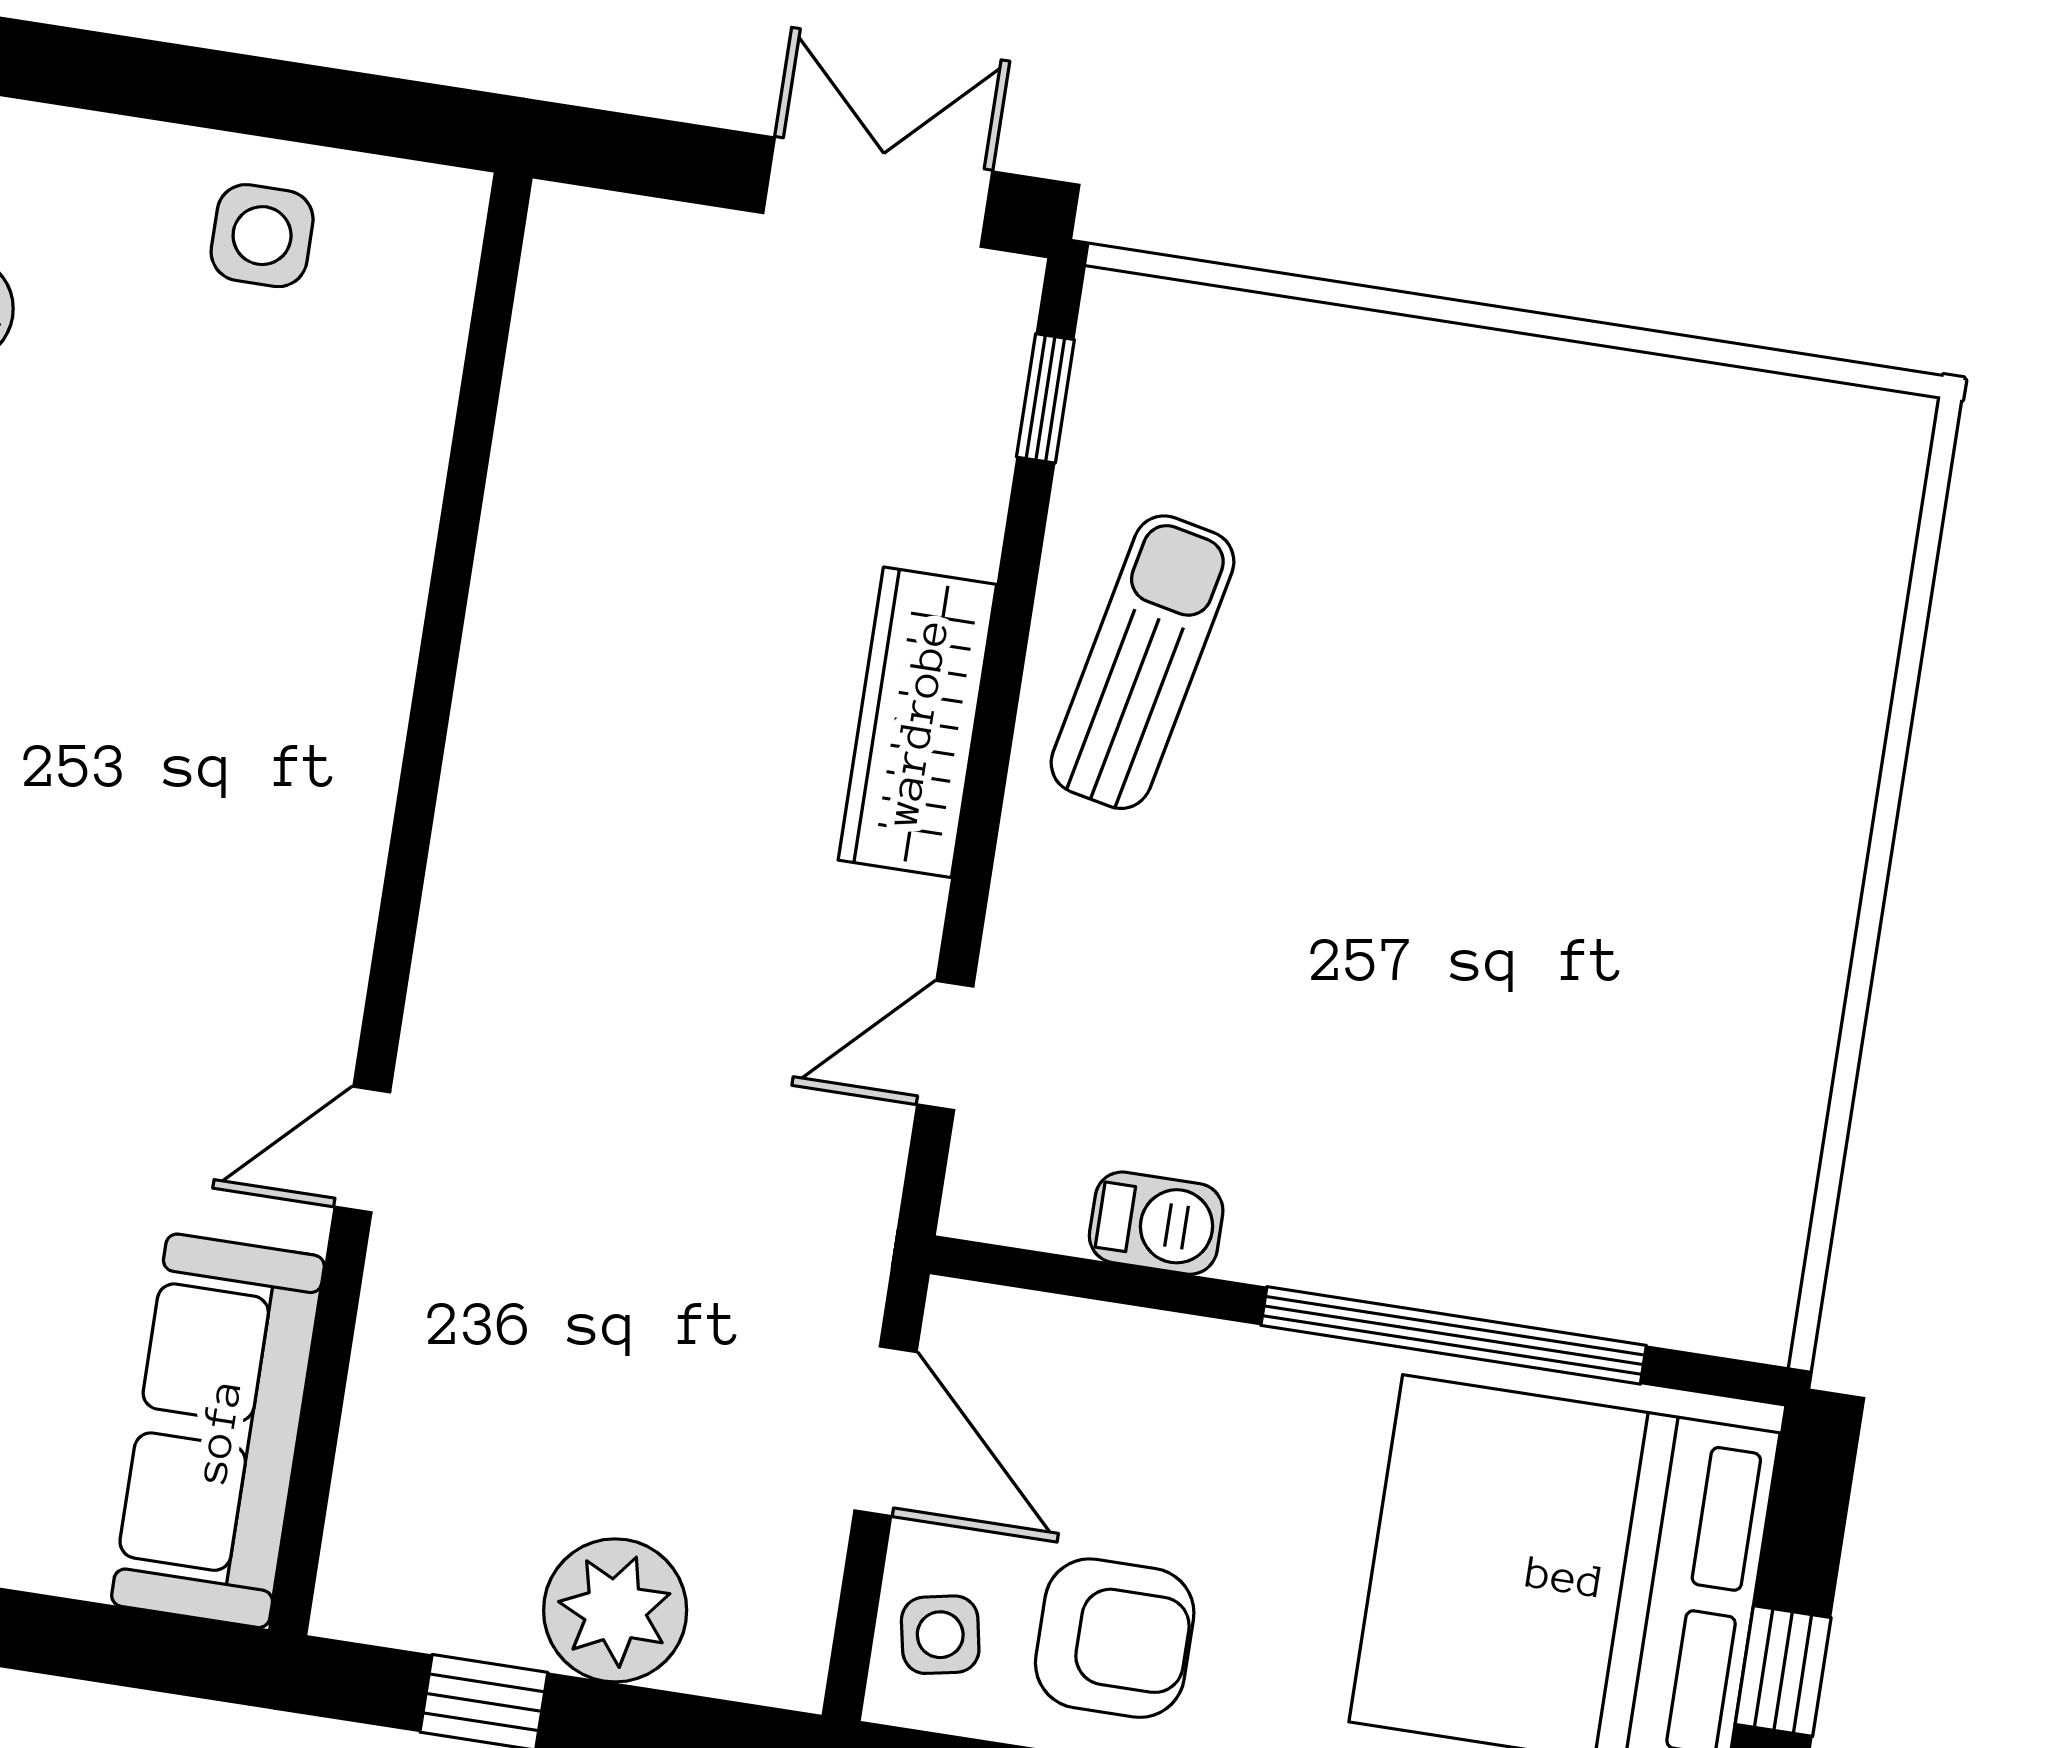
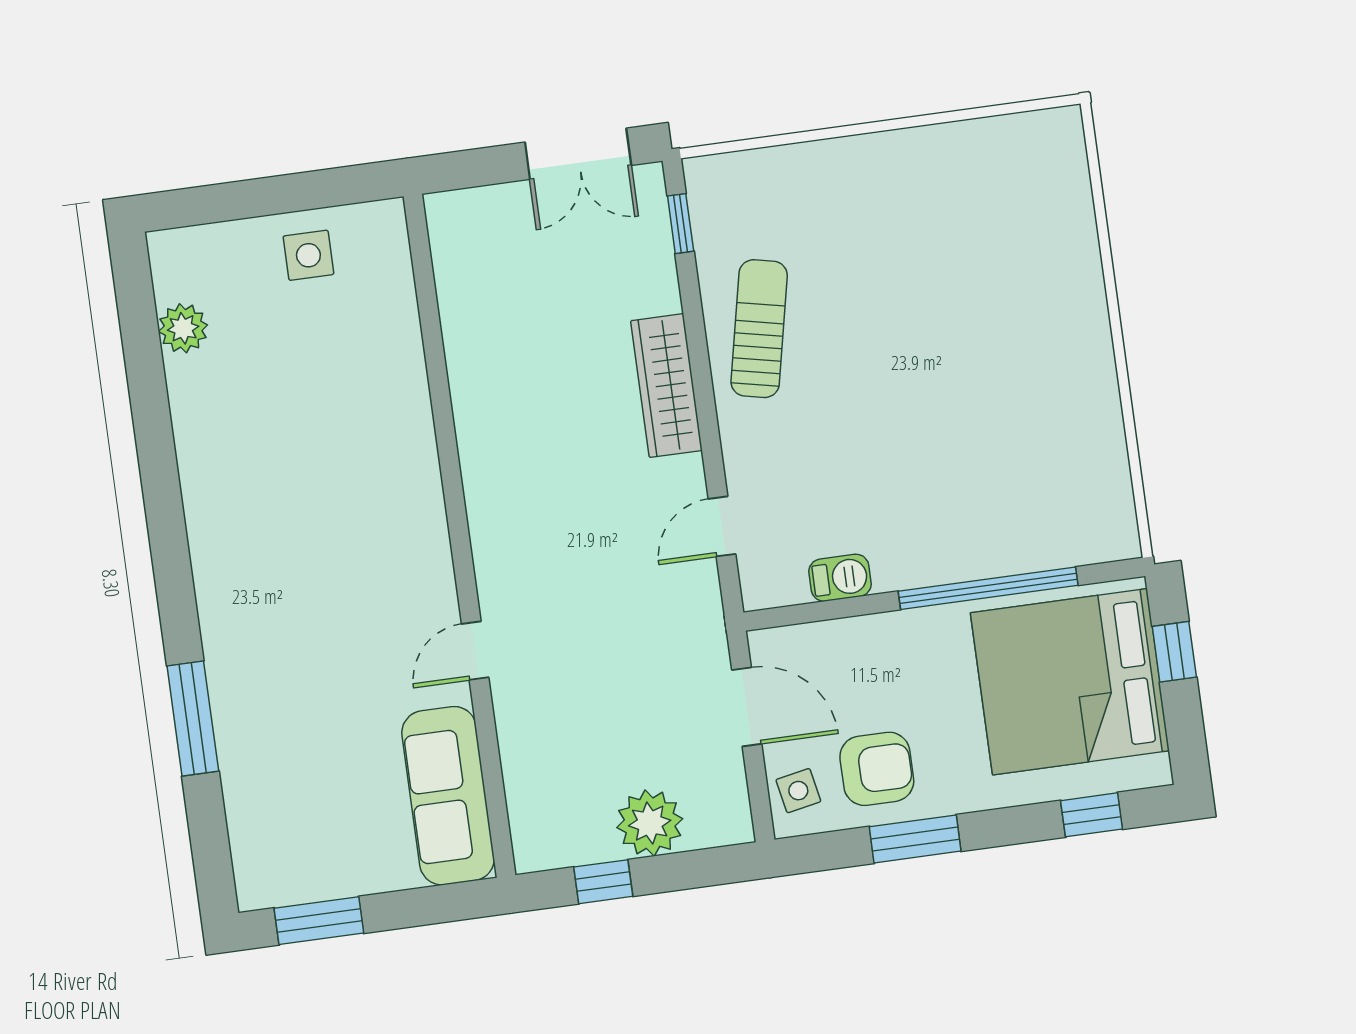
double door: (878, 192) -> (578, 154), swing flipped
window: (1783, 1671) -> (1174, 652), moved

